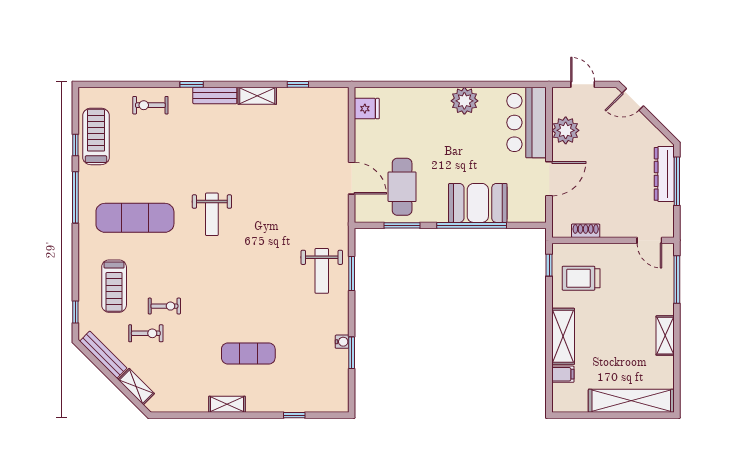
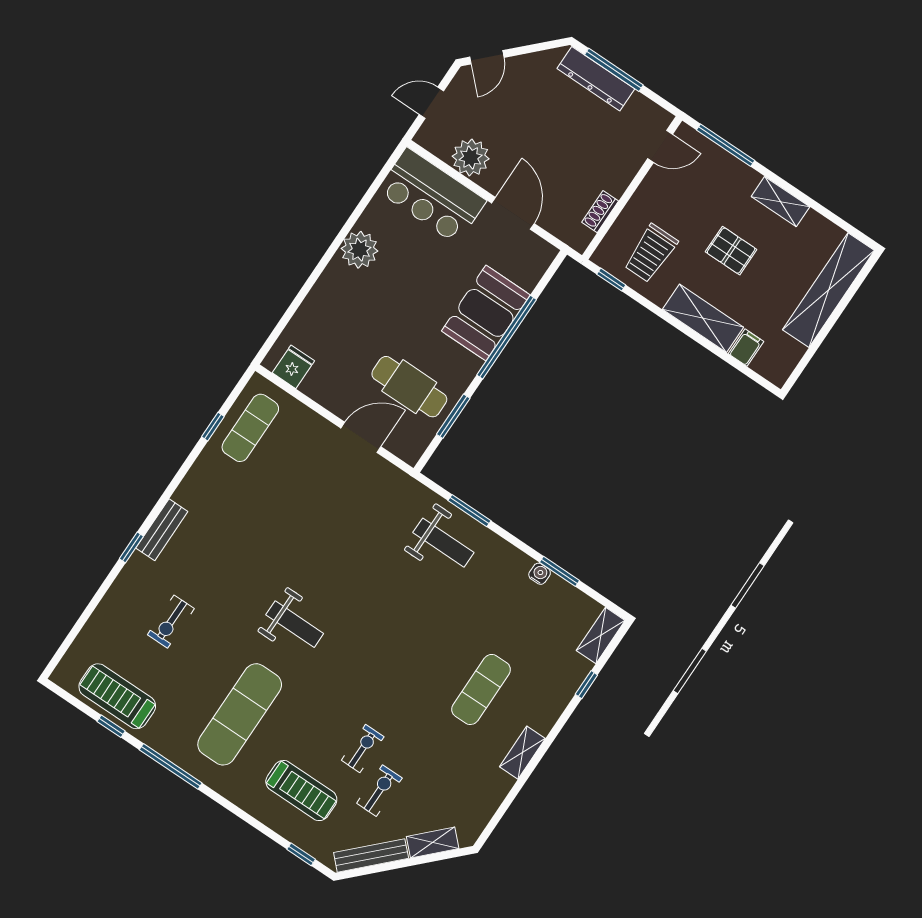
shelving: (257, 96) -> (601, 635), moved
exercise bike: (150, 105) -> (171, 622), moved
exercise mat: (312, 107) -> (250, 428), added
pallet: (615, 326) -> (731, 251), added

